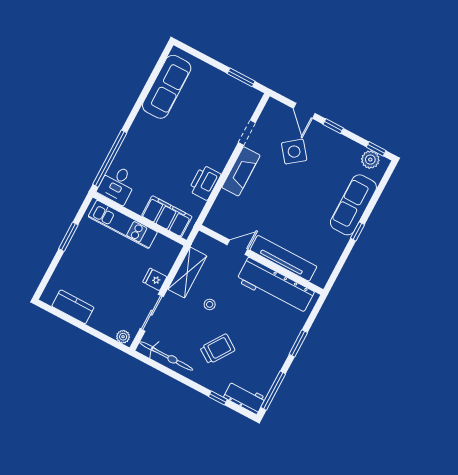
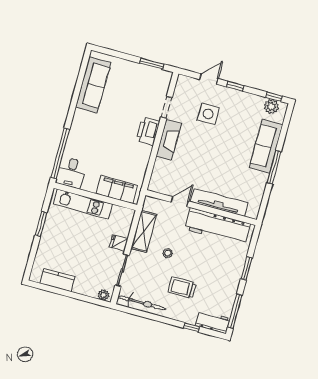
door: (304, 111) -> (209, 79), swing flipped
side table: (294, 152) -> (208, 114), turned 38
printer: (205, 183) -> (148, 131), moved
window: (357, 231) -> (274, 167), width x2.17
trolley: (217, 349) -> (182, 288), turned -124

